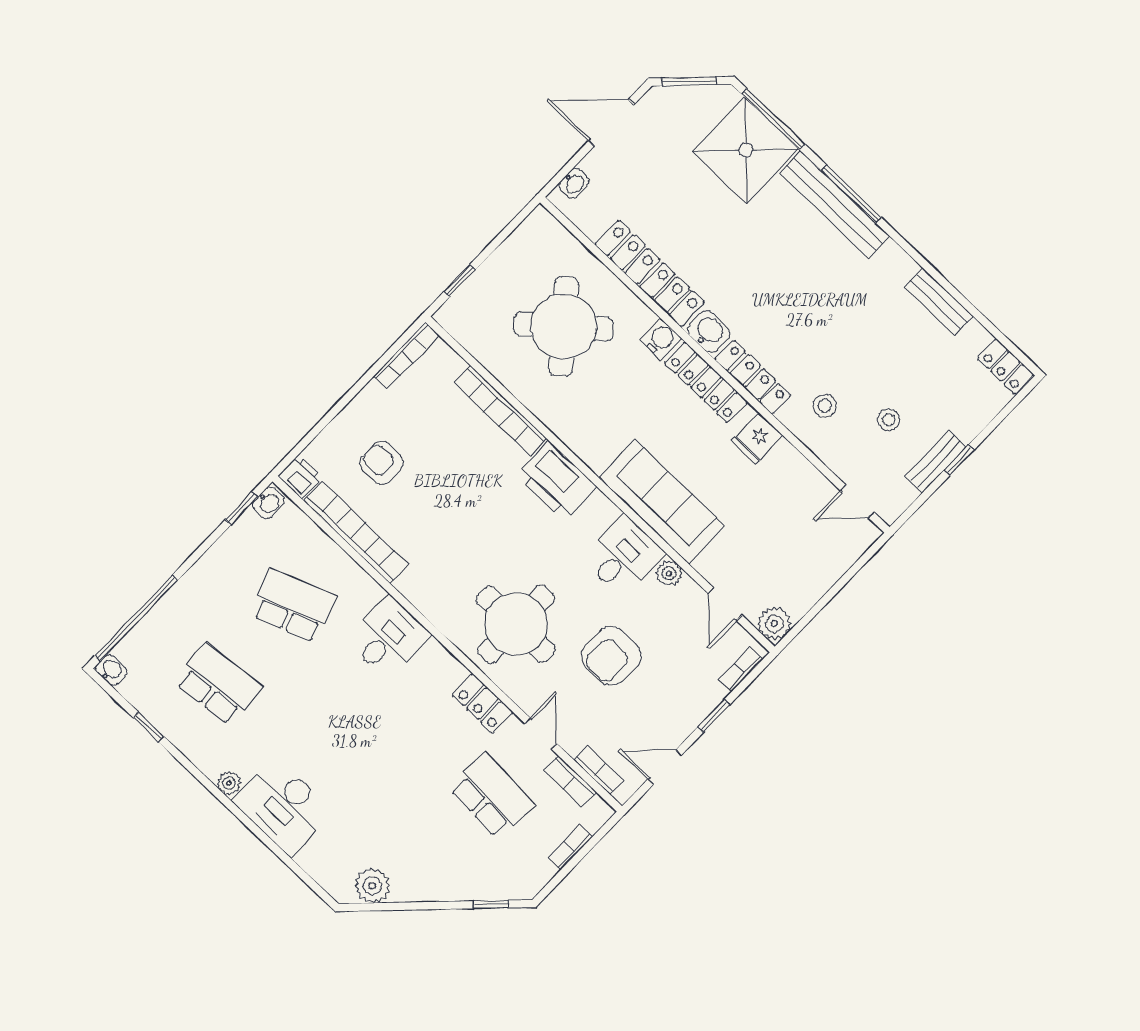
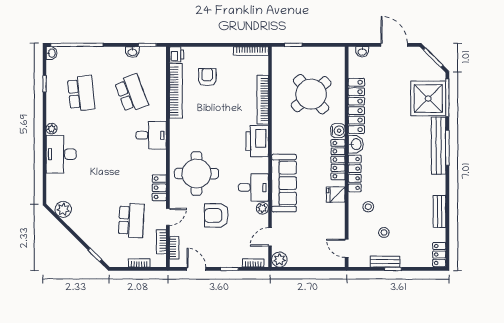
washbasin: (269, 503) -> (132, 52), moved

